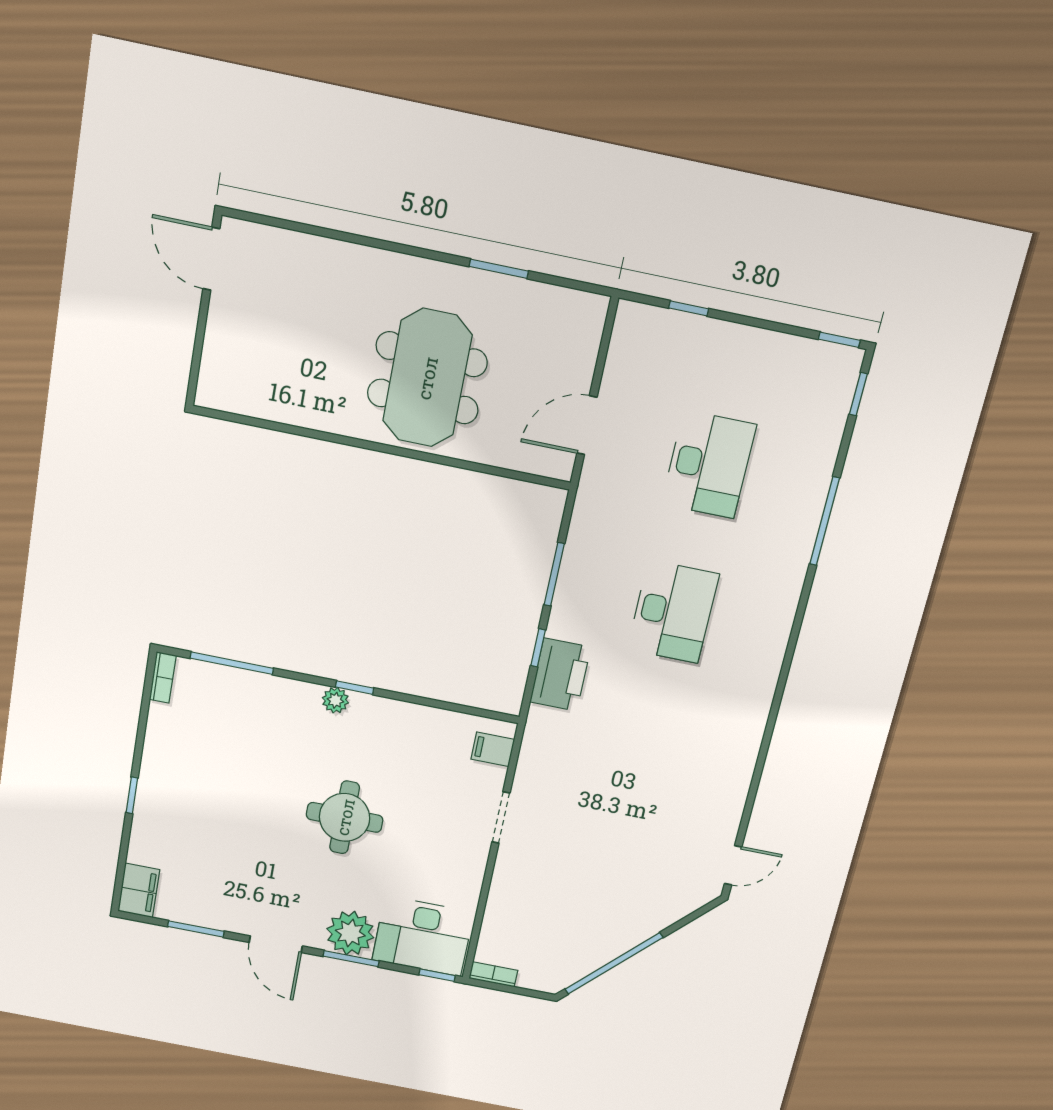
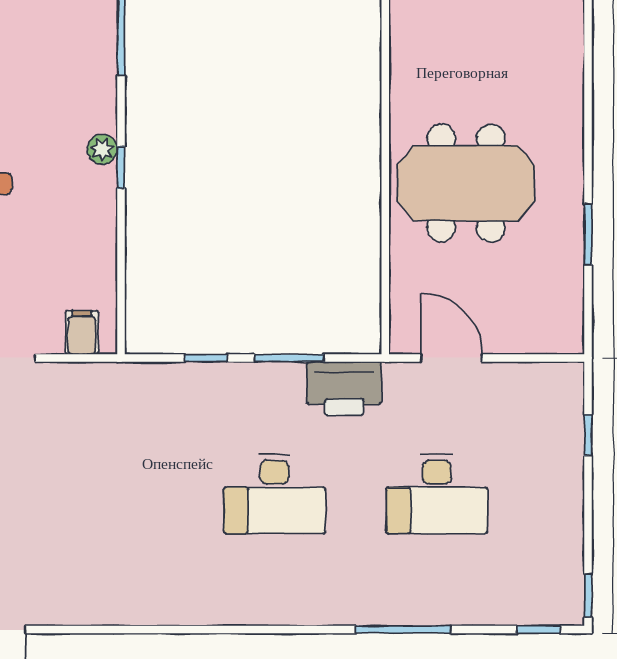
printer: (560, 675) -> (344, 388), moved

